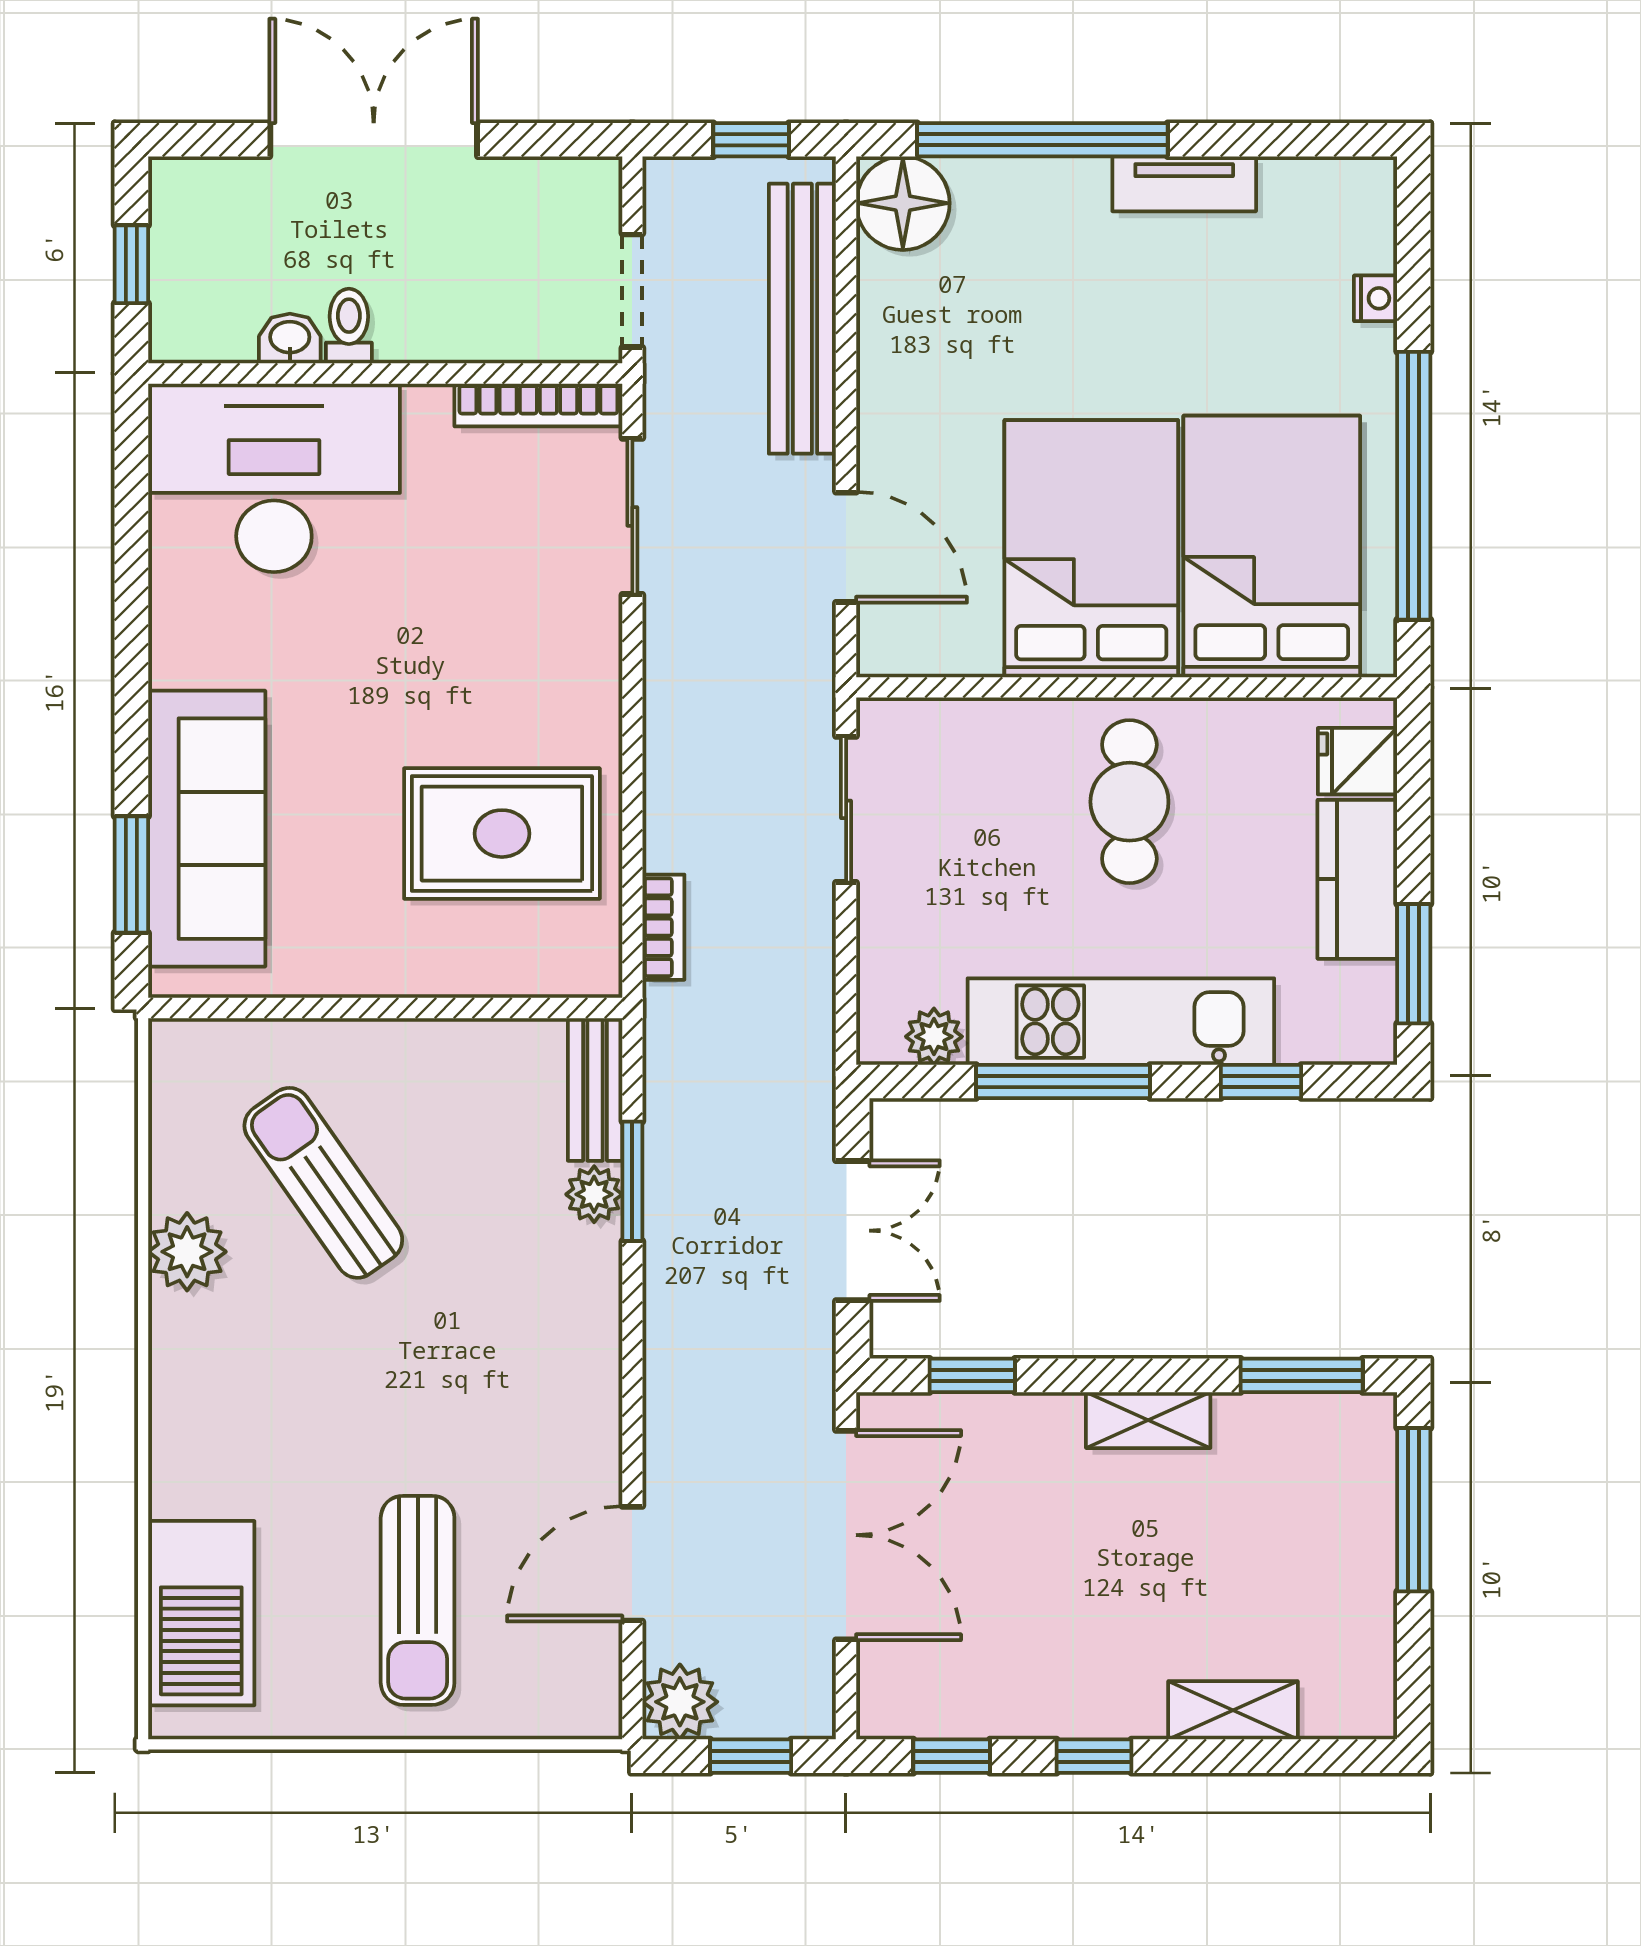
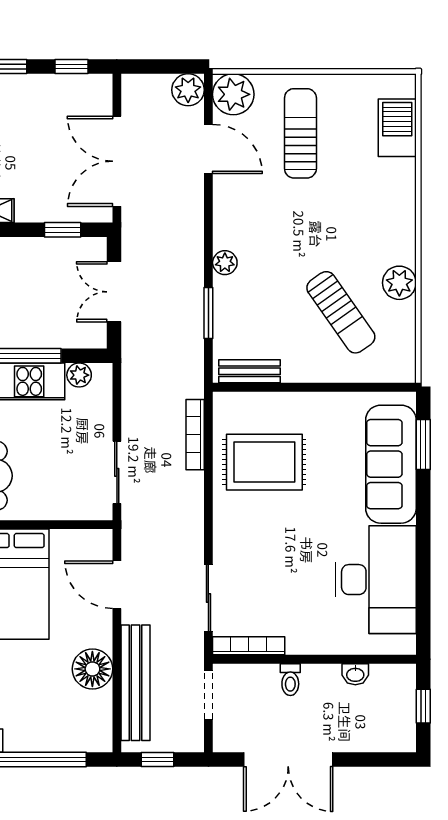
double door: (374, 140) -> (288, 759), moved
floor lamp: (903, 203) -> (92, 669), moved
toilet: (349, 326) -> (290, 680), moved
desk: (274, 478) -> (376, 580), moved, turned -90
bookcase: (663, 927) -> (195, 435), width x1.56
bench: (595, 1089) -> (249, 371), moved, turned 90
plant: (594, 1194) -> (225, 263), moved
door: (632, 1564) -> (208, 149), hinge flipped
barbecue: (201, 1613) -> (397, 128), width x0.73, depth x0.83
plant: (574, 1691) -> (233, 94), added
window: (751, 1756) -> (158, 67), removed

